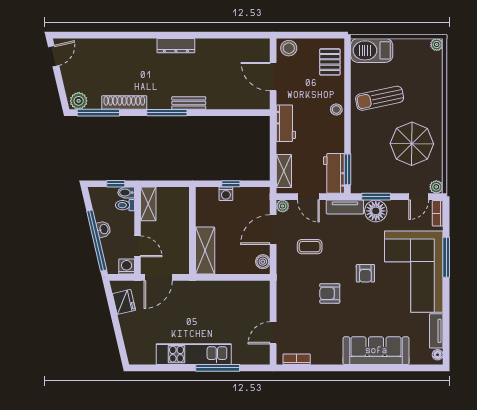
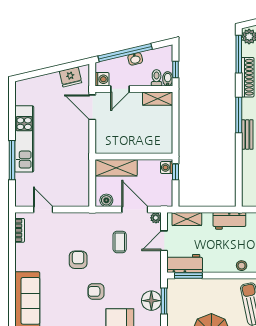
tv unit: (345, 207) -> (155, 273), removed
wall: (192, 231) -> (134, 156), moved
shelving: (205, 251) -> (116, 168), moved

